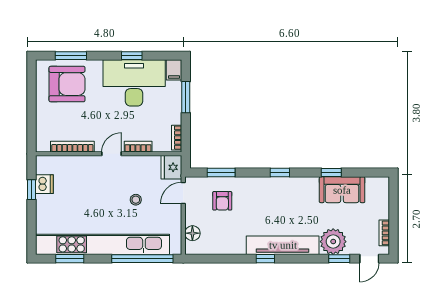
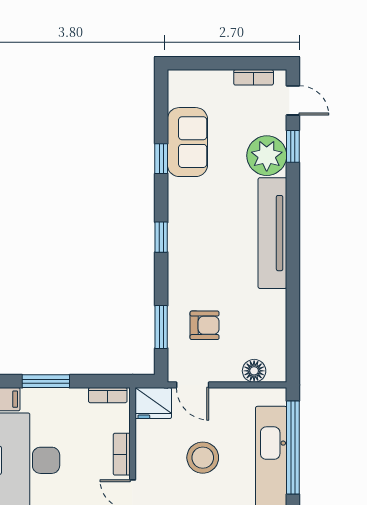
stool: (136, 200) -> (203, 458), width x1.89, depth x1.89
window: (265, 259) -> (293, 259), removed

